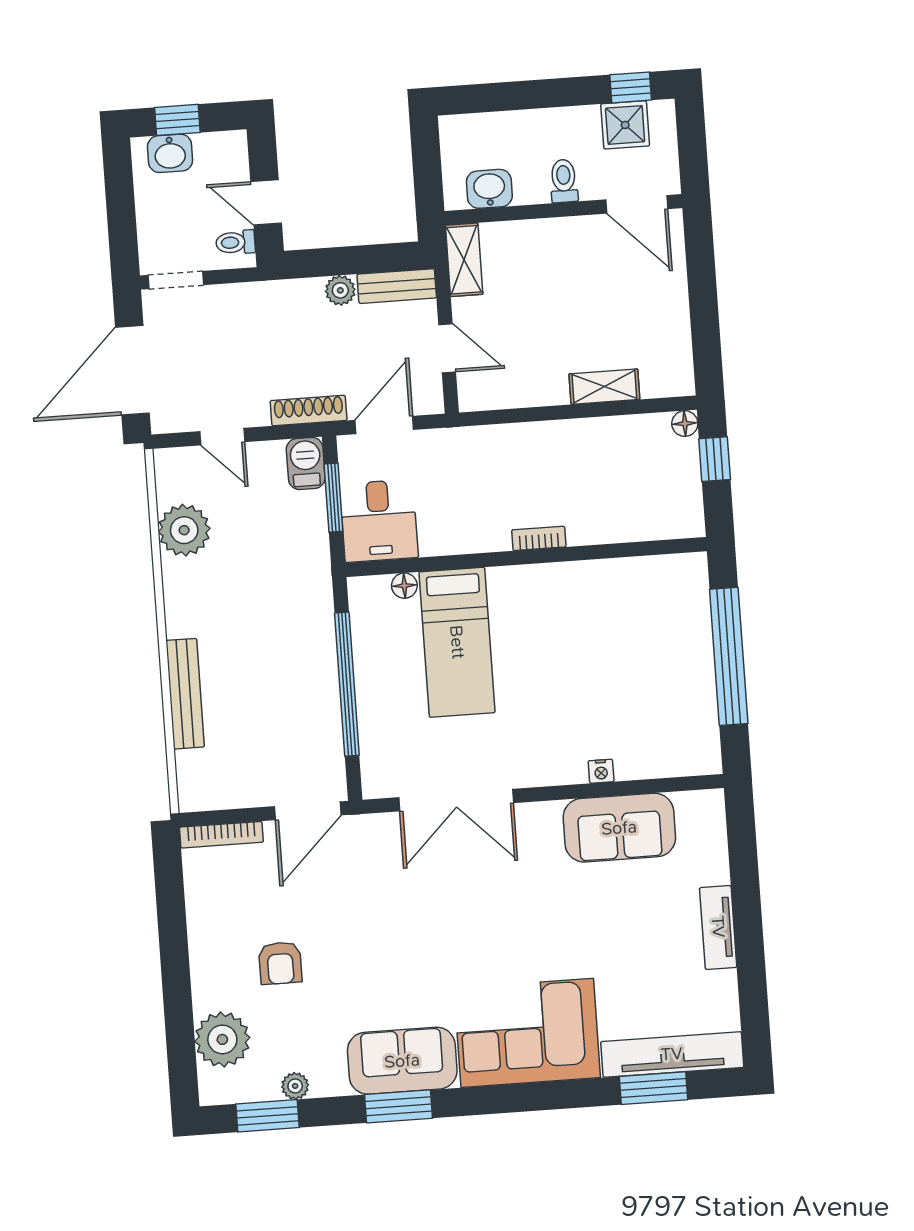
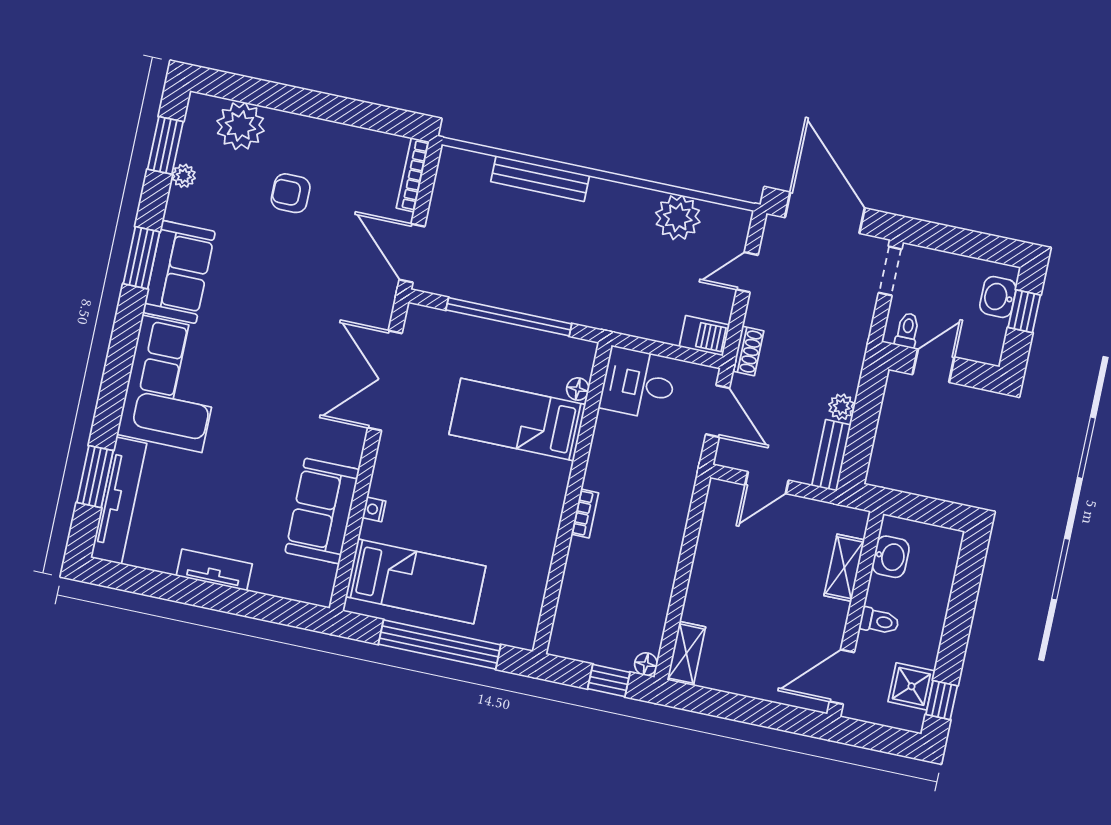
shelving: (464, 260) -> (844, 568), moved, turned 90
shelving: (604, 387) -> (686, 654), moved
shoe rack: (309, 411) -> (748, 351), width x0.70
window: (333, 498) -> (669, 351), removed
bed: (667, 703) -> (416, 581), added

